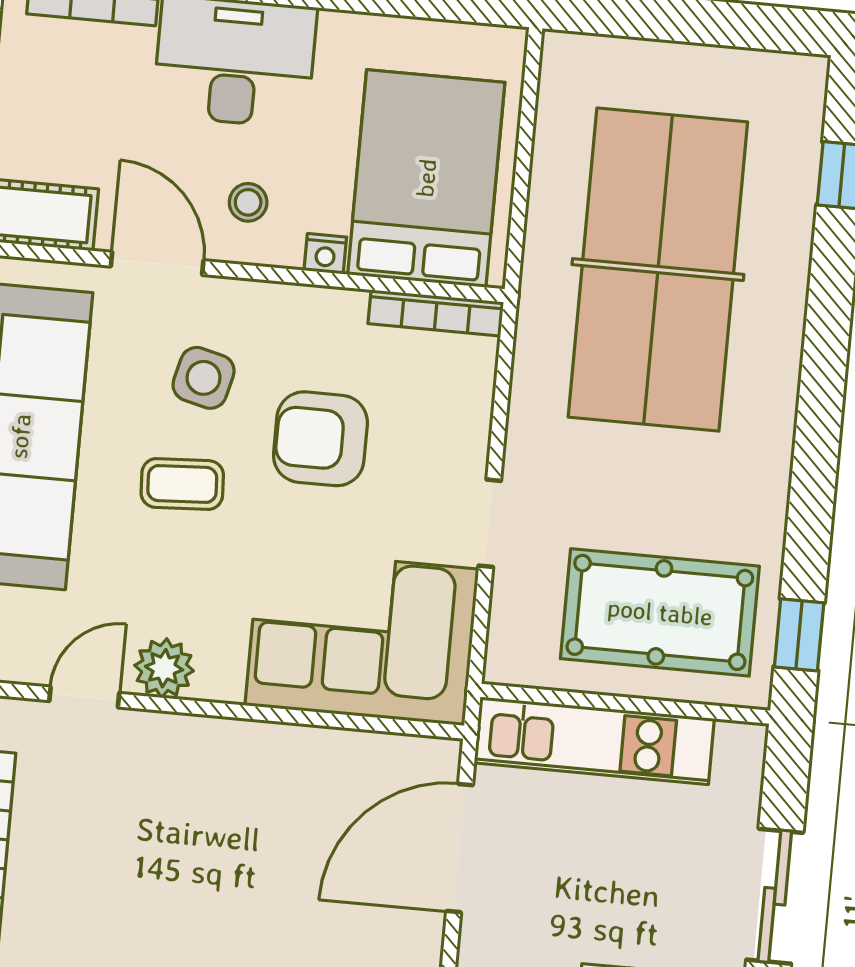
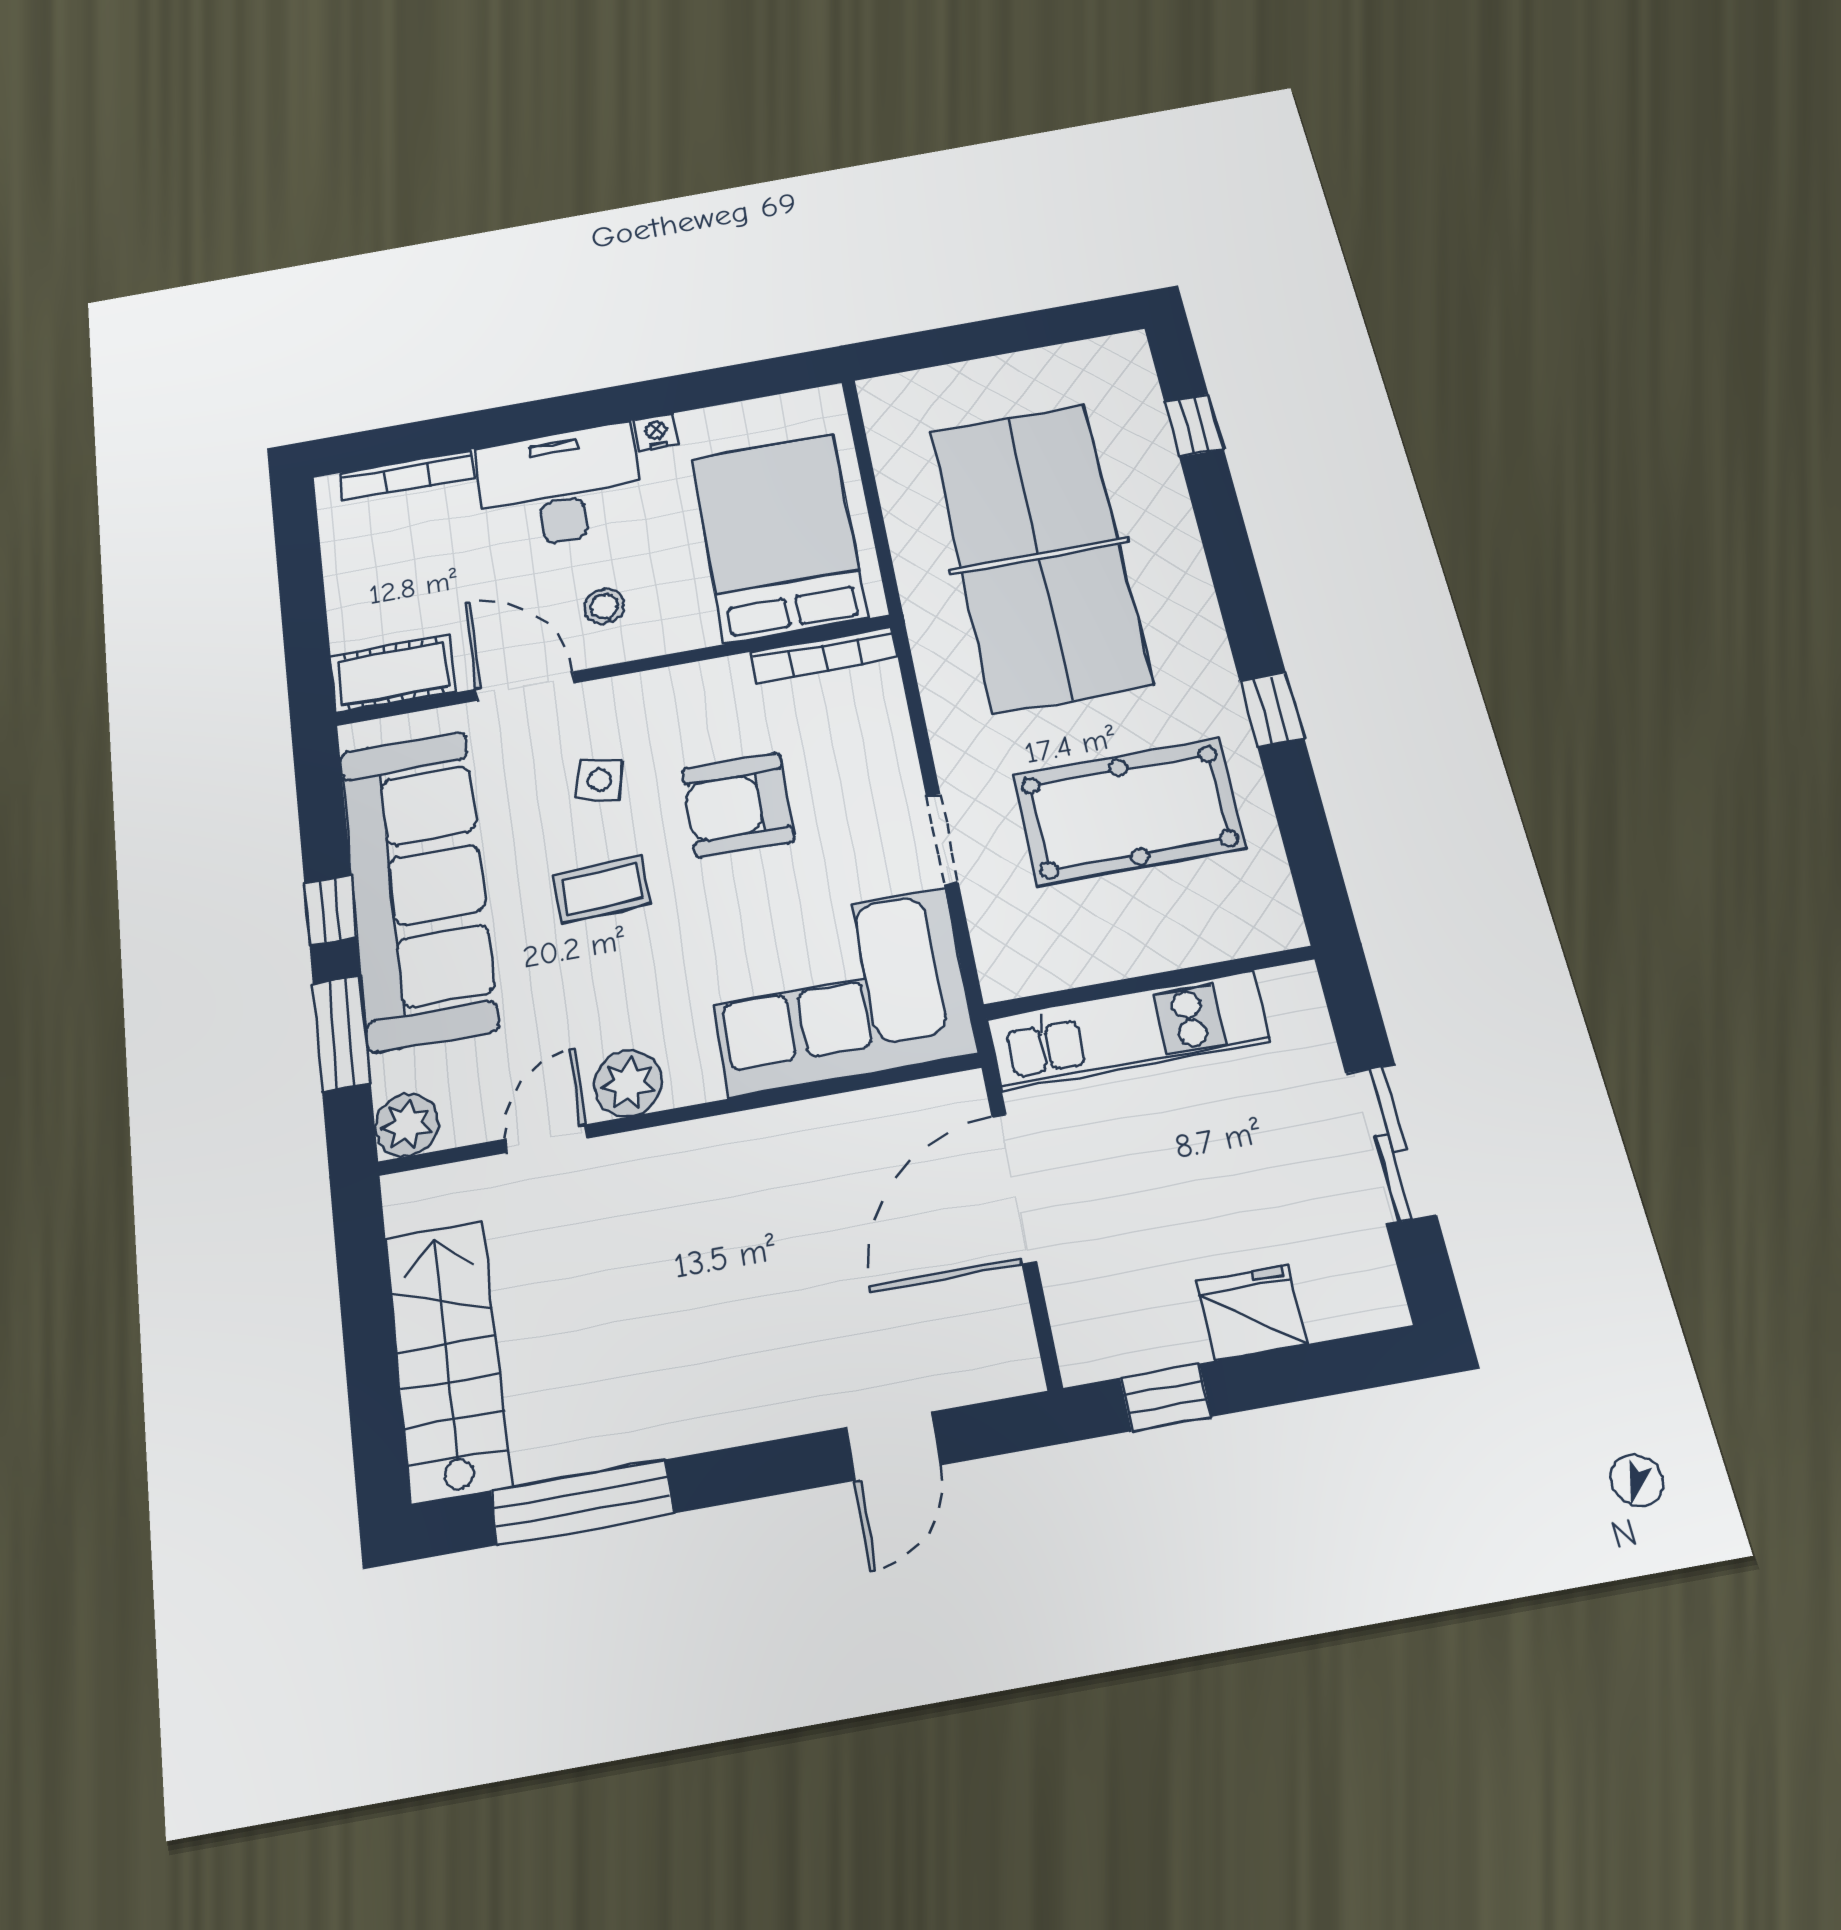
nightstand: (325, 254) -> (656, 433), moved, turned 180
side table: (204, 378) -> (599, 780), width x0.73, depth x0.73
pool table: (660, 612) -> (1129, 812), moved
window: (799, 635) -> (1272, 710), moved

